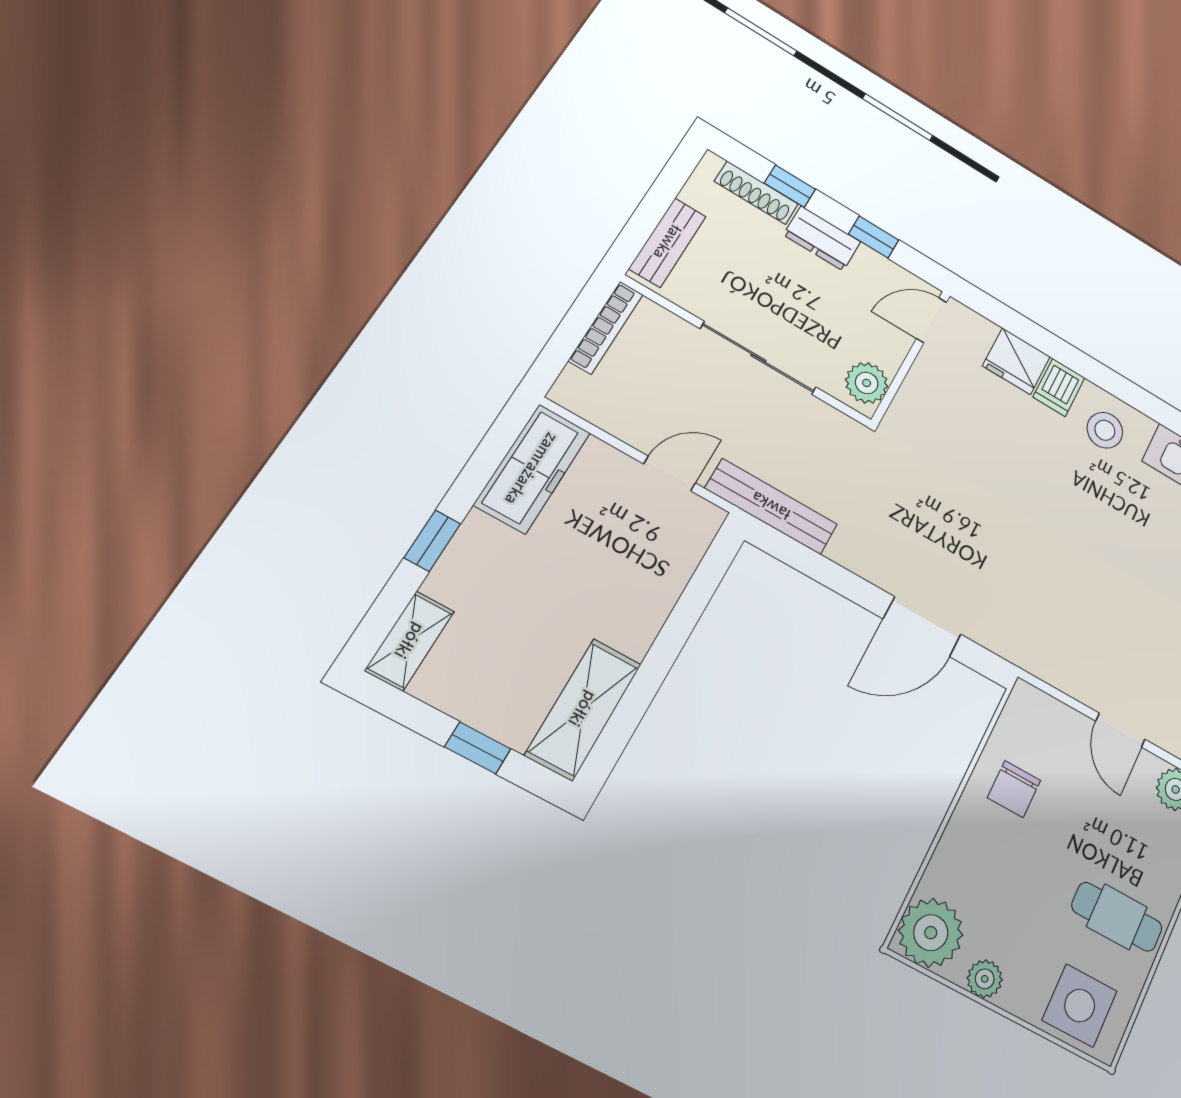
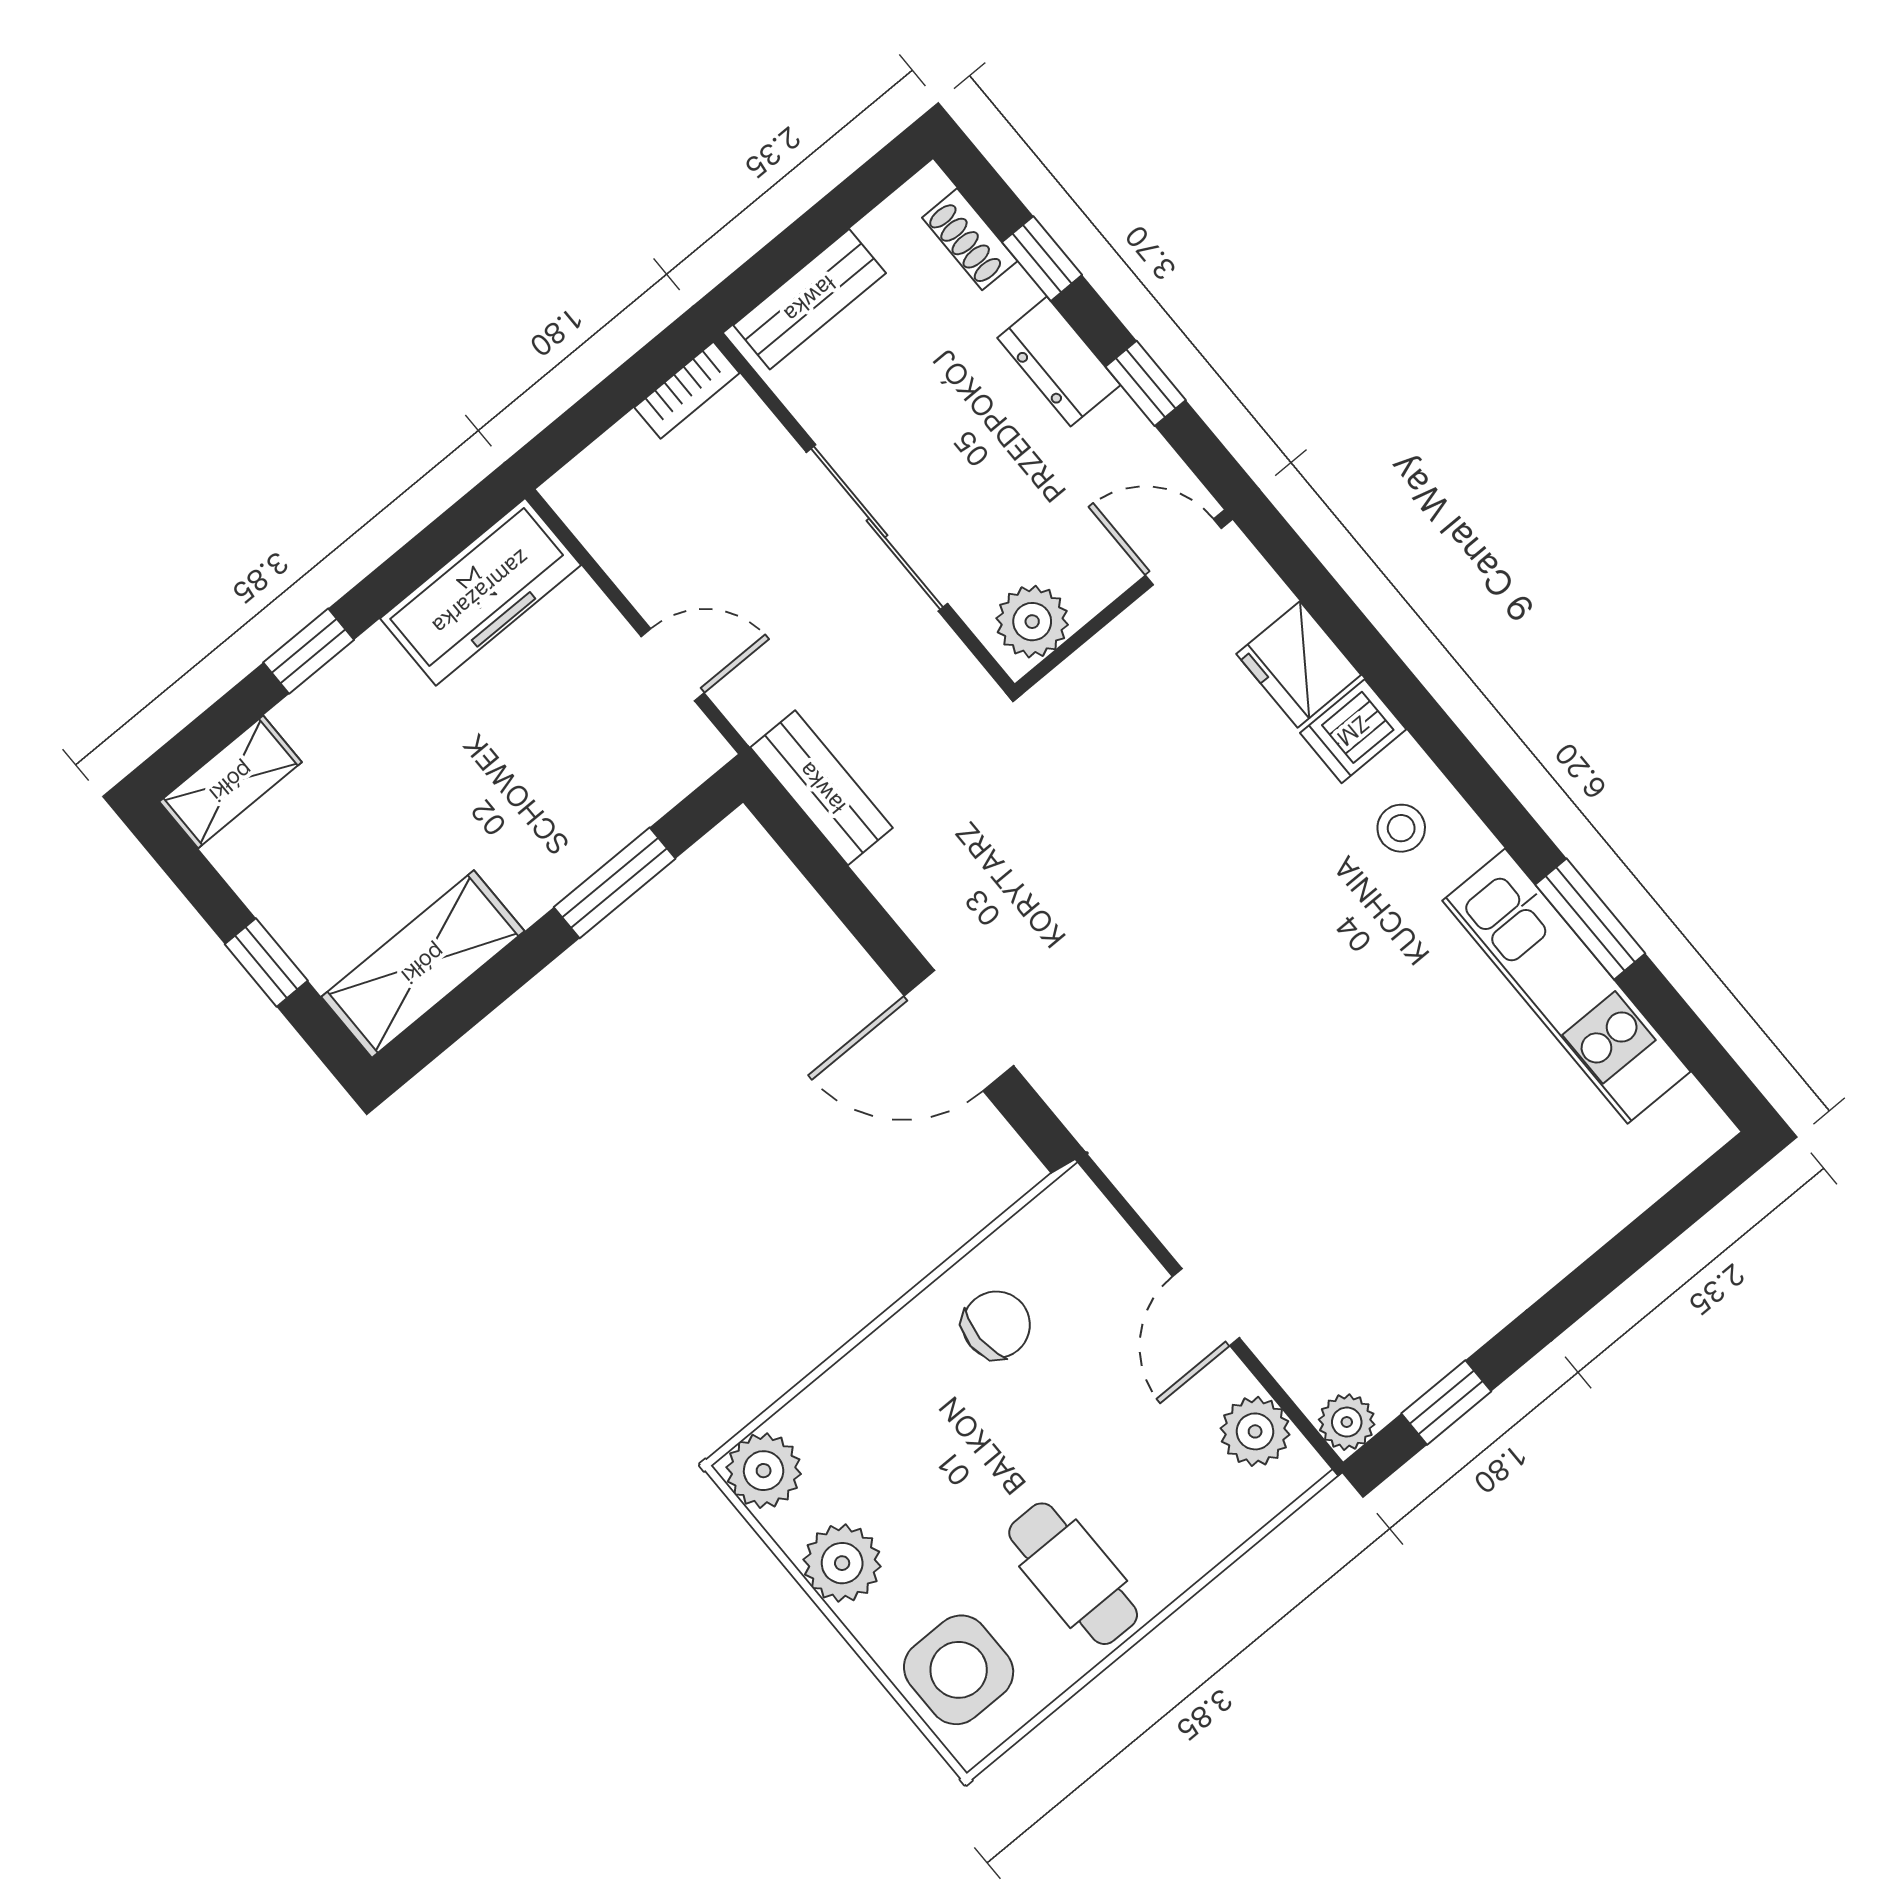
shoe rack: (756, 193) -> (970, 239), width x0.70
bookcase: (606, 327) -> (687, 390), width x0.64
stool: (1105, 430) -> (1401, 828), width x0.73, depth x0.73
bench: (771, 506) -> (822, 788), width x0.73
window: (686, 615) -> (615, 883), added
chair: (1014, 789) -> (996, 1325), turned 180
plant: (931, 933) -> (764, 1471), width x0.73, depth x0.73
plant: (985, 979) -> (842, 1563), width x1.38, depth x1.38

